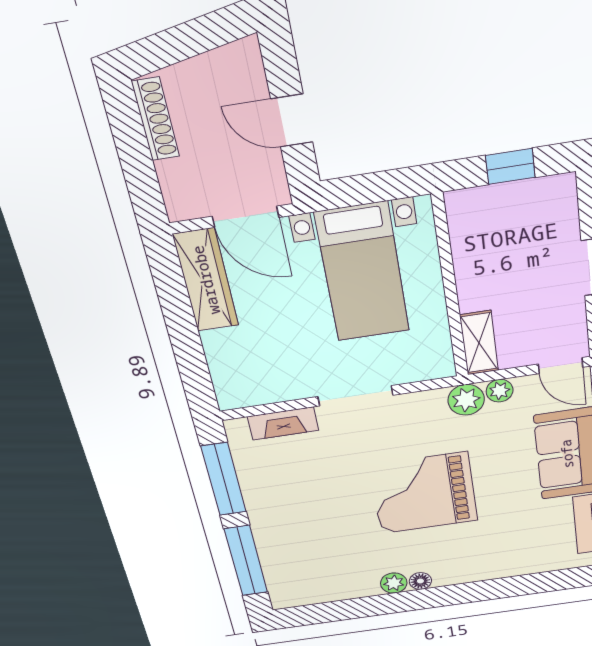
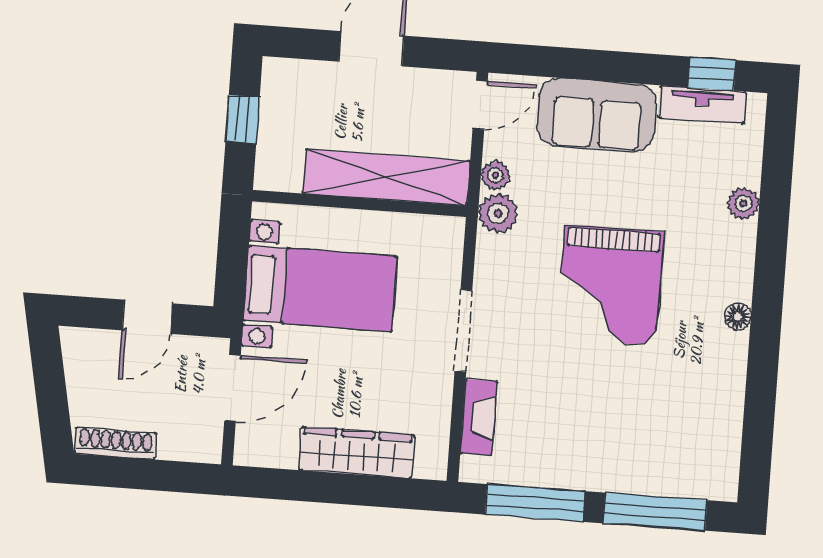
wardrobe: (206, 280) -> (357, 453), moved
shelving: (479, 343) -> (387, 177), width x2.20, depth x1.33
plant: (394, 583) -> (743, 203), moved

